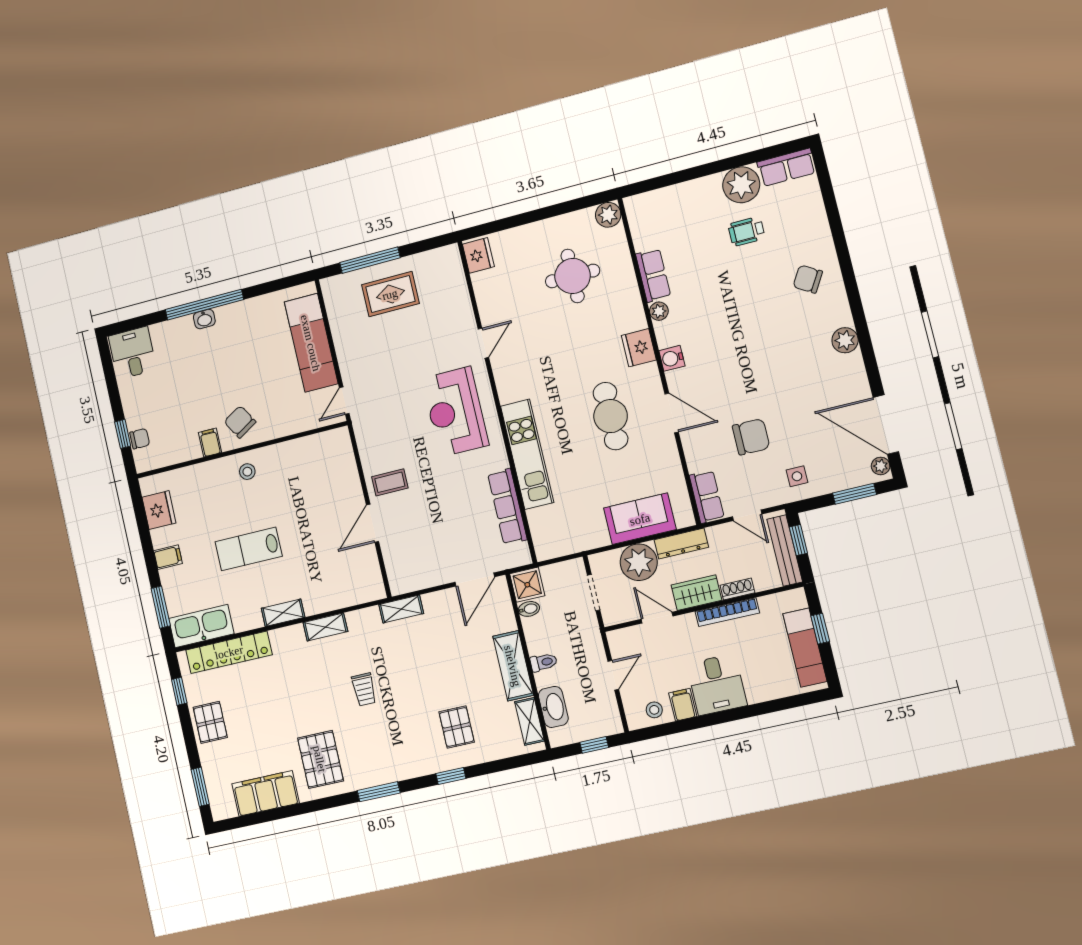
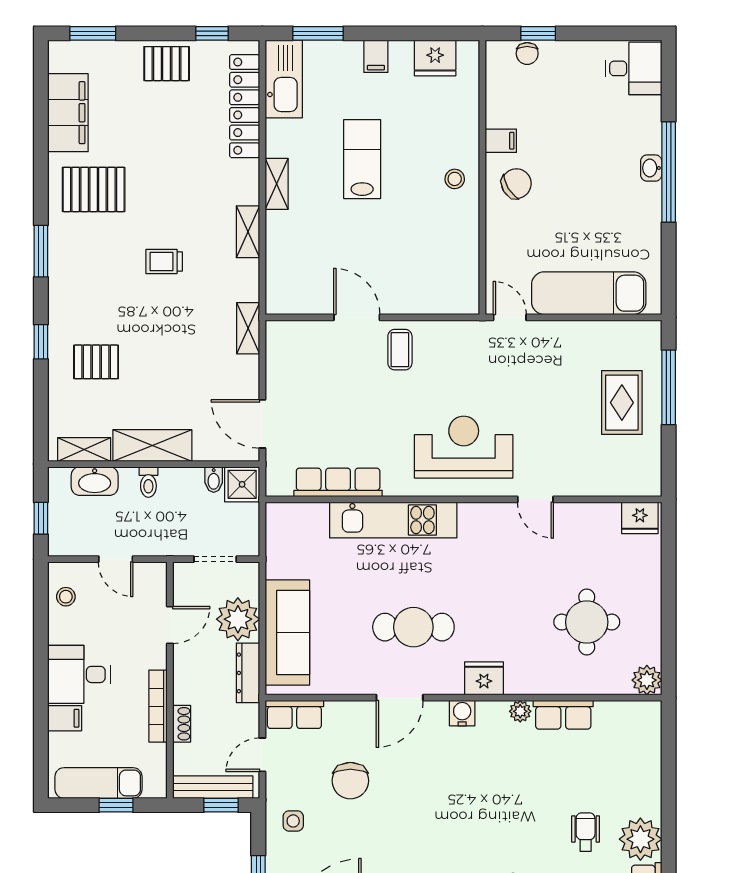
sofa: (640, 519) -> (287, 632), width x1.36
wardrobe: (696, 593) -> (188, 677), removed
filing cabinet: (683, 705) -> (65, 718), moved

